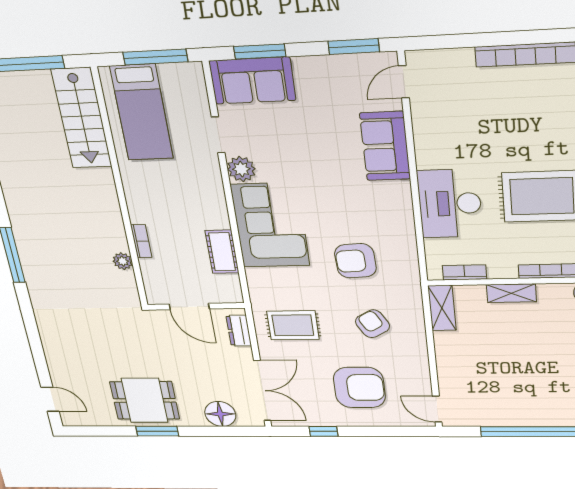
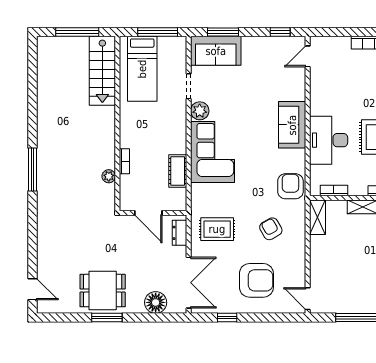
window: (354, 47) -> (280, 32), width x0.67
sofa: (385, 146) -> (292, 125), moved
armchair: (355, 261) -> (290, 186), moved, turned 93

